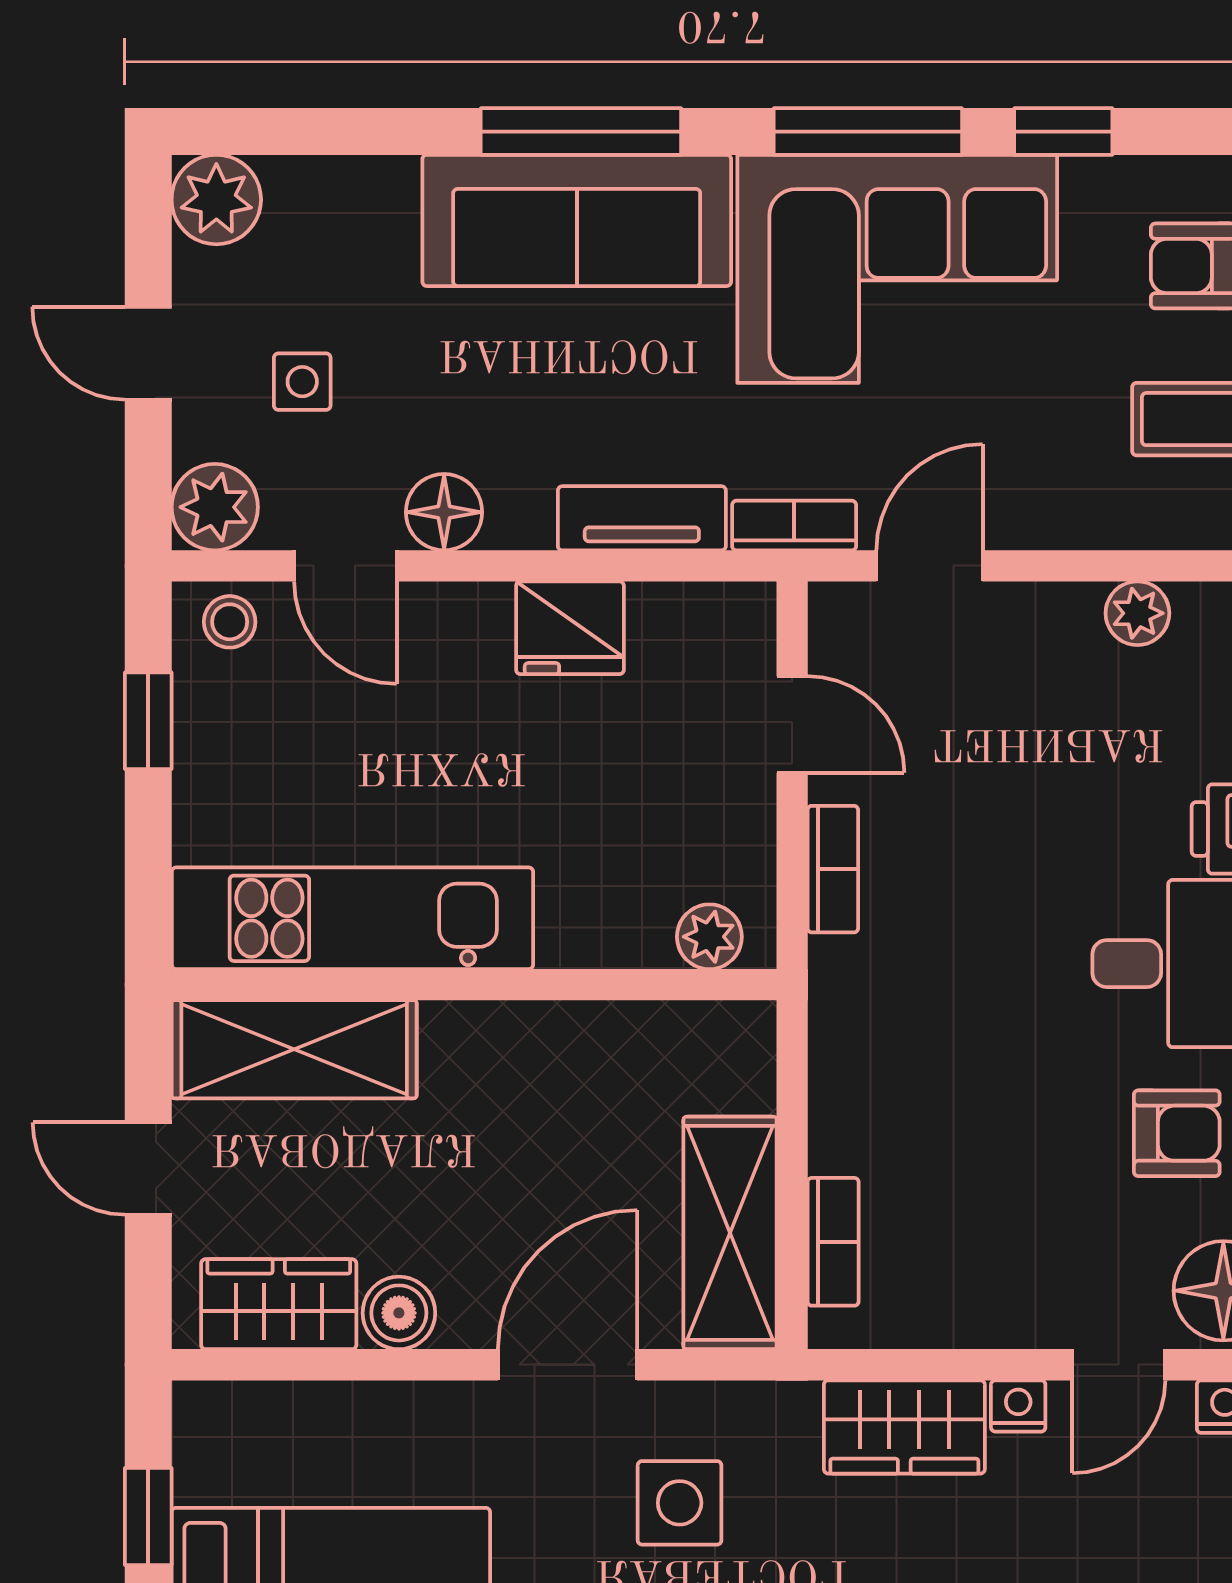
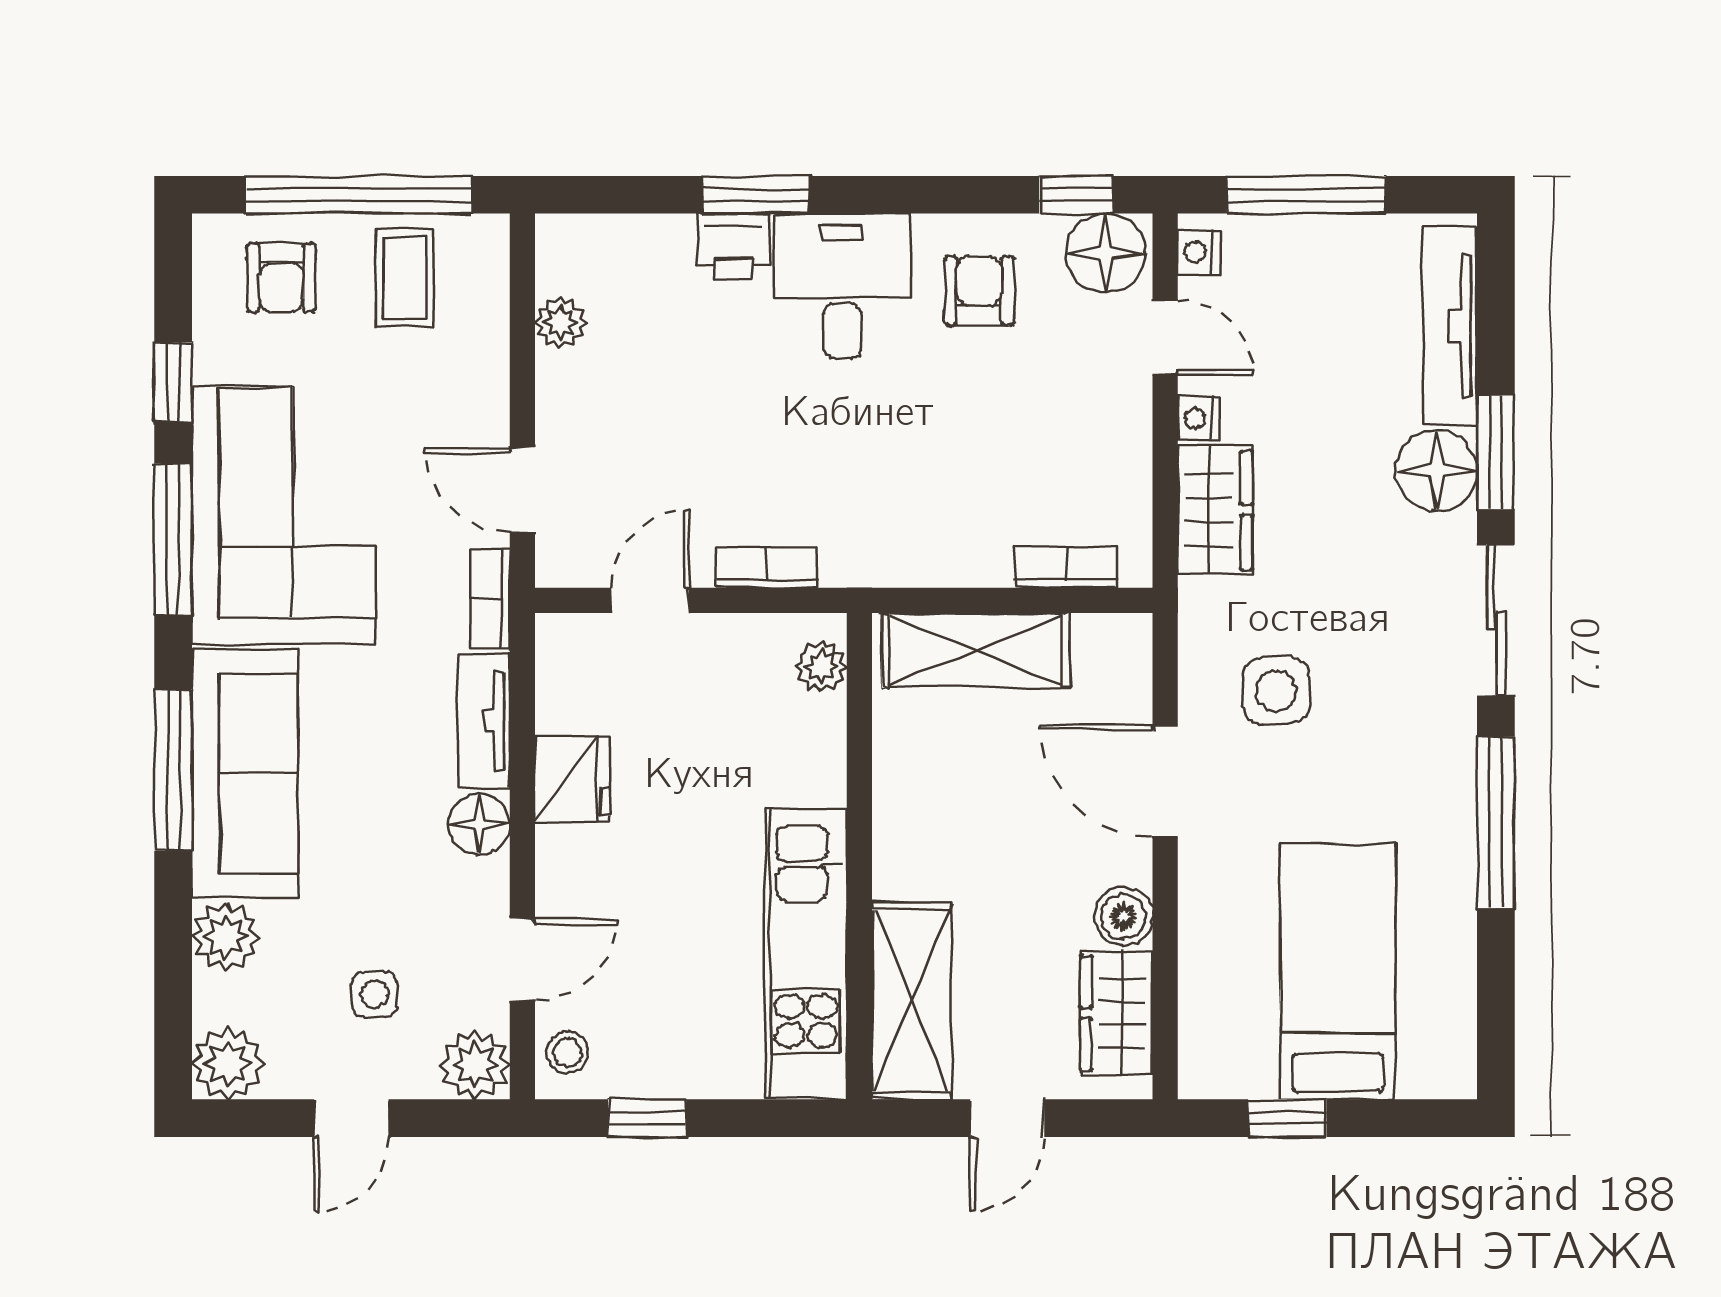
plant: (374, 197) -> (226, 937), added
floor lamp: (444, 512) -> (479, 824), moved
shelving: (730, 1233) -> (975, 650), moved

